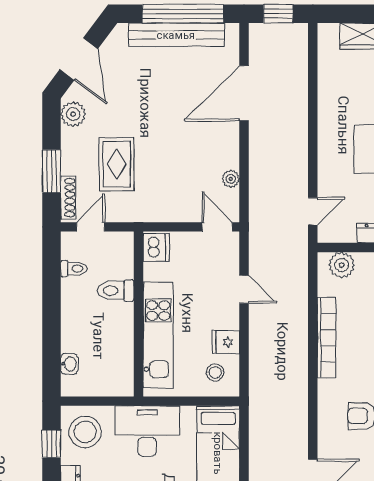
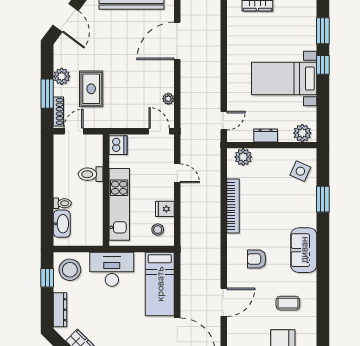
plant: (73, 114) -> (62, 76), moved
toilet: (74, 269) -> (62, 203), moved
washbasin: (69, 364) -> (62, 224), width x1.91, depth x1.45

